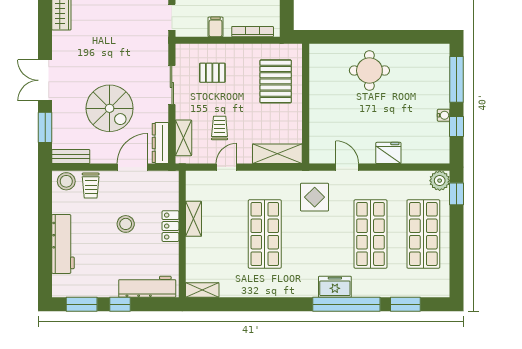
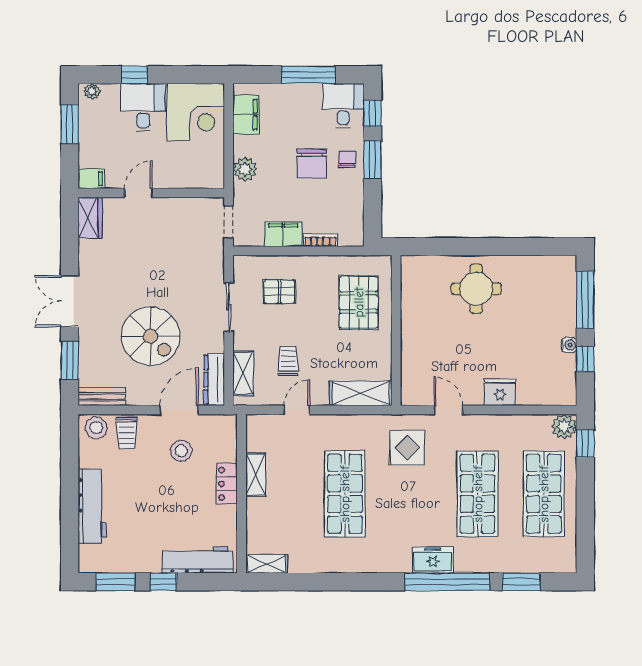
filing cabinet: (215, 27) -> (283, 234), width x2.00
bookcase: (253, 32) -> (320, 240), width x0.64
stool: (126, 224) -> (181, 451), moved

